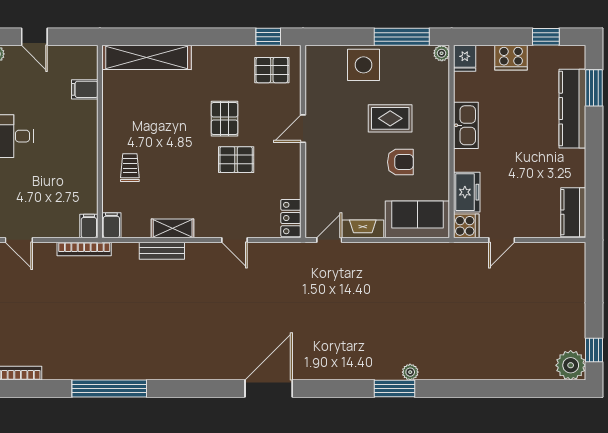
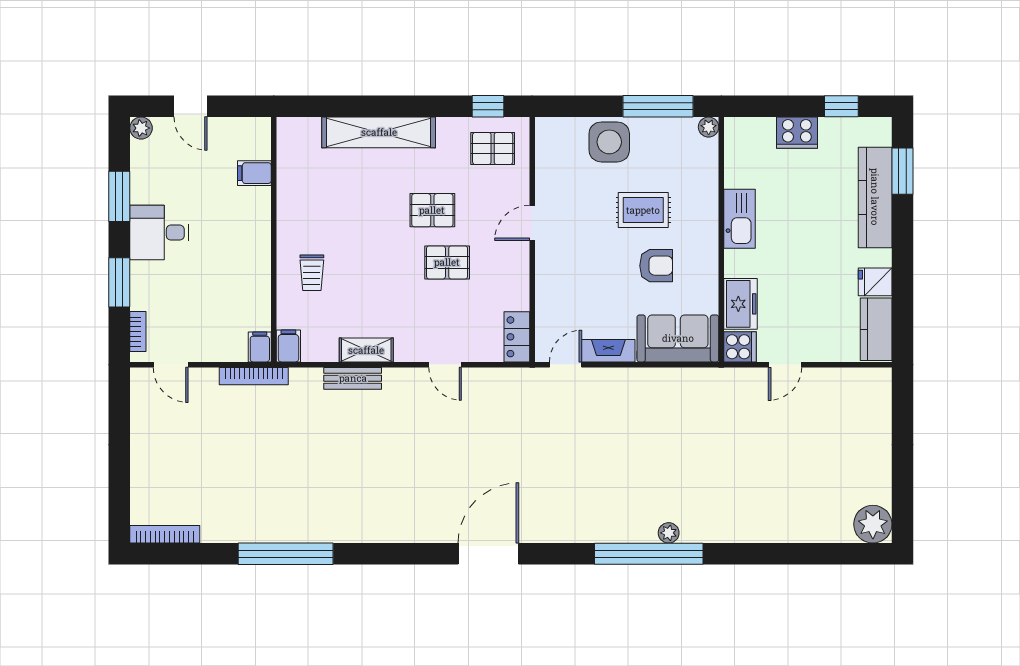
shelving: (147, 57) -> (379, 132), moved
fridge: (465, 58) -> (875, 282), moved, turned 90
pallet: (225, 119) -> (432, 210), turned 90
trolley: (130, 168) -> (312, 273), turned 180
window: (594, 350) -> (902, 505), removed
window: (394, 389) -> (649, 554), width x2.11

